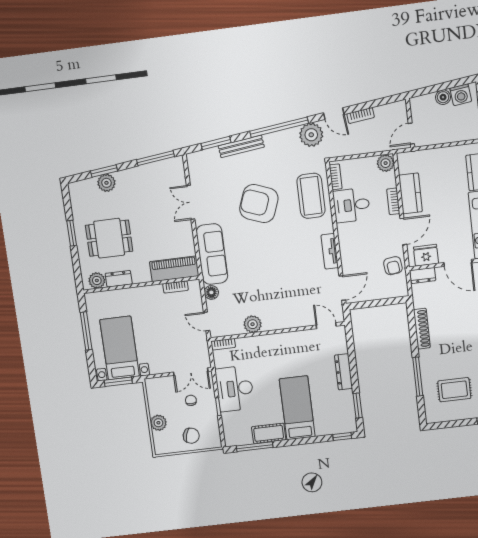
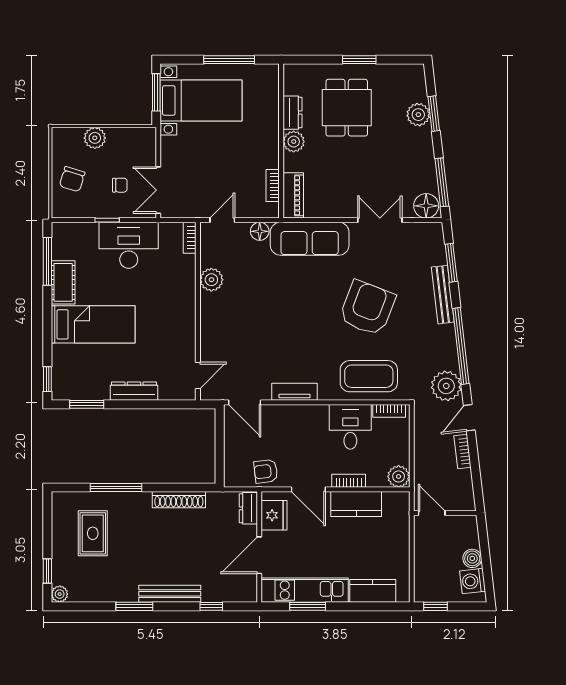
floor lamp: (175, 168) -> (426, 206), added
piano: (174, 269) -> (293, 195), width x0.73, depth x0.75
plant: (97, 280) -> (294, 142), moved

